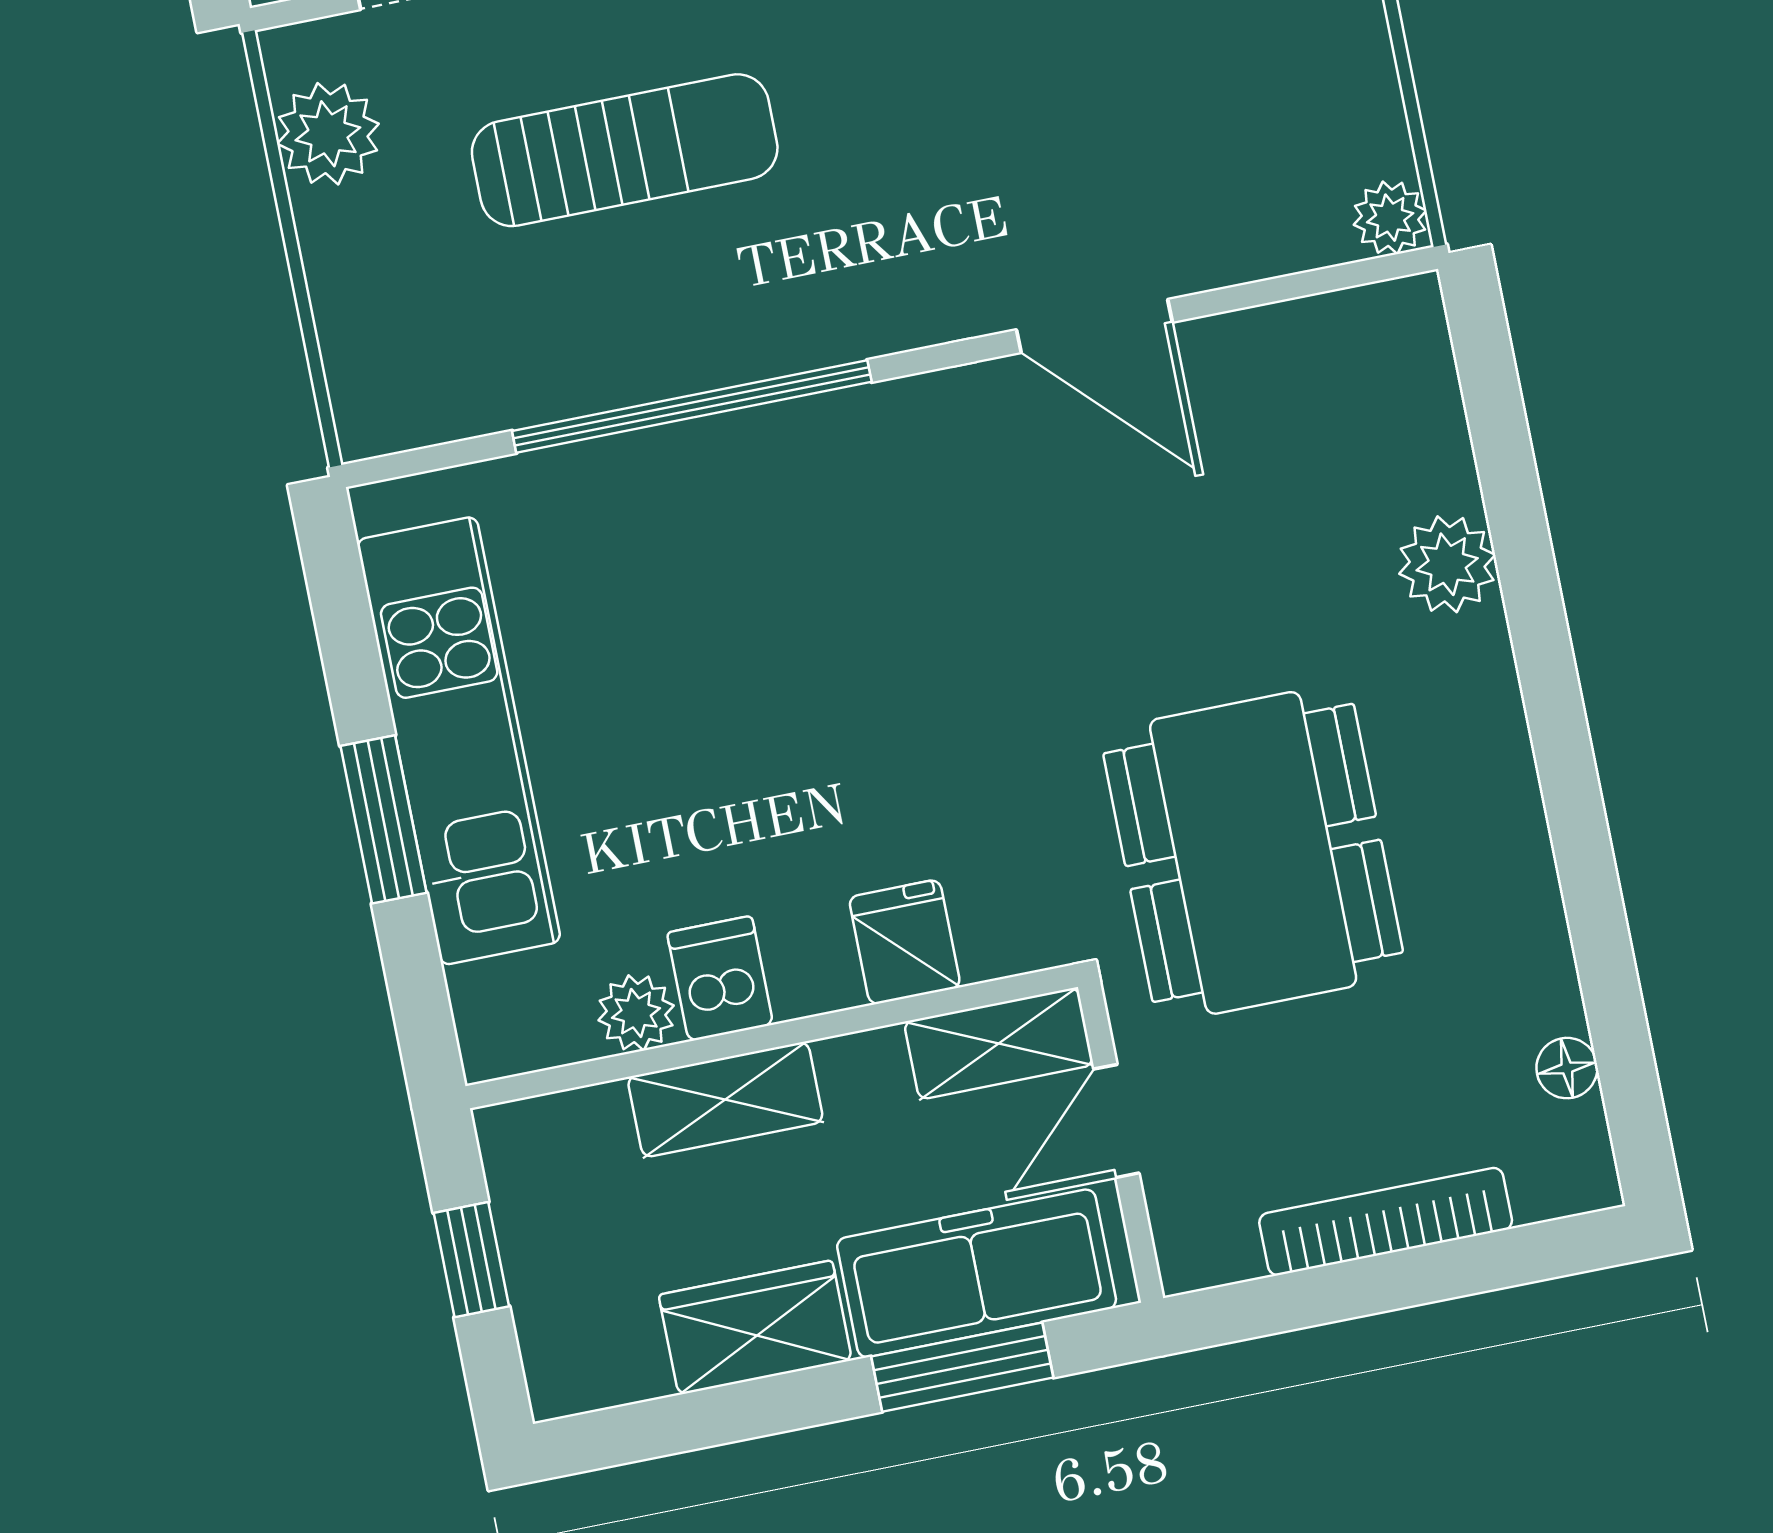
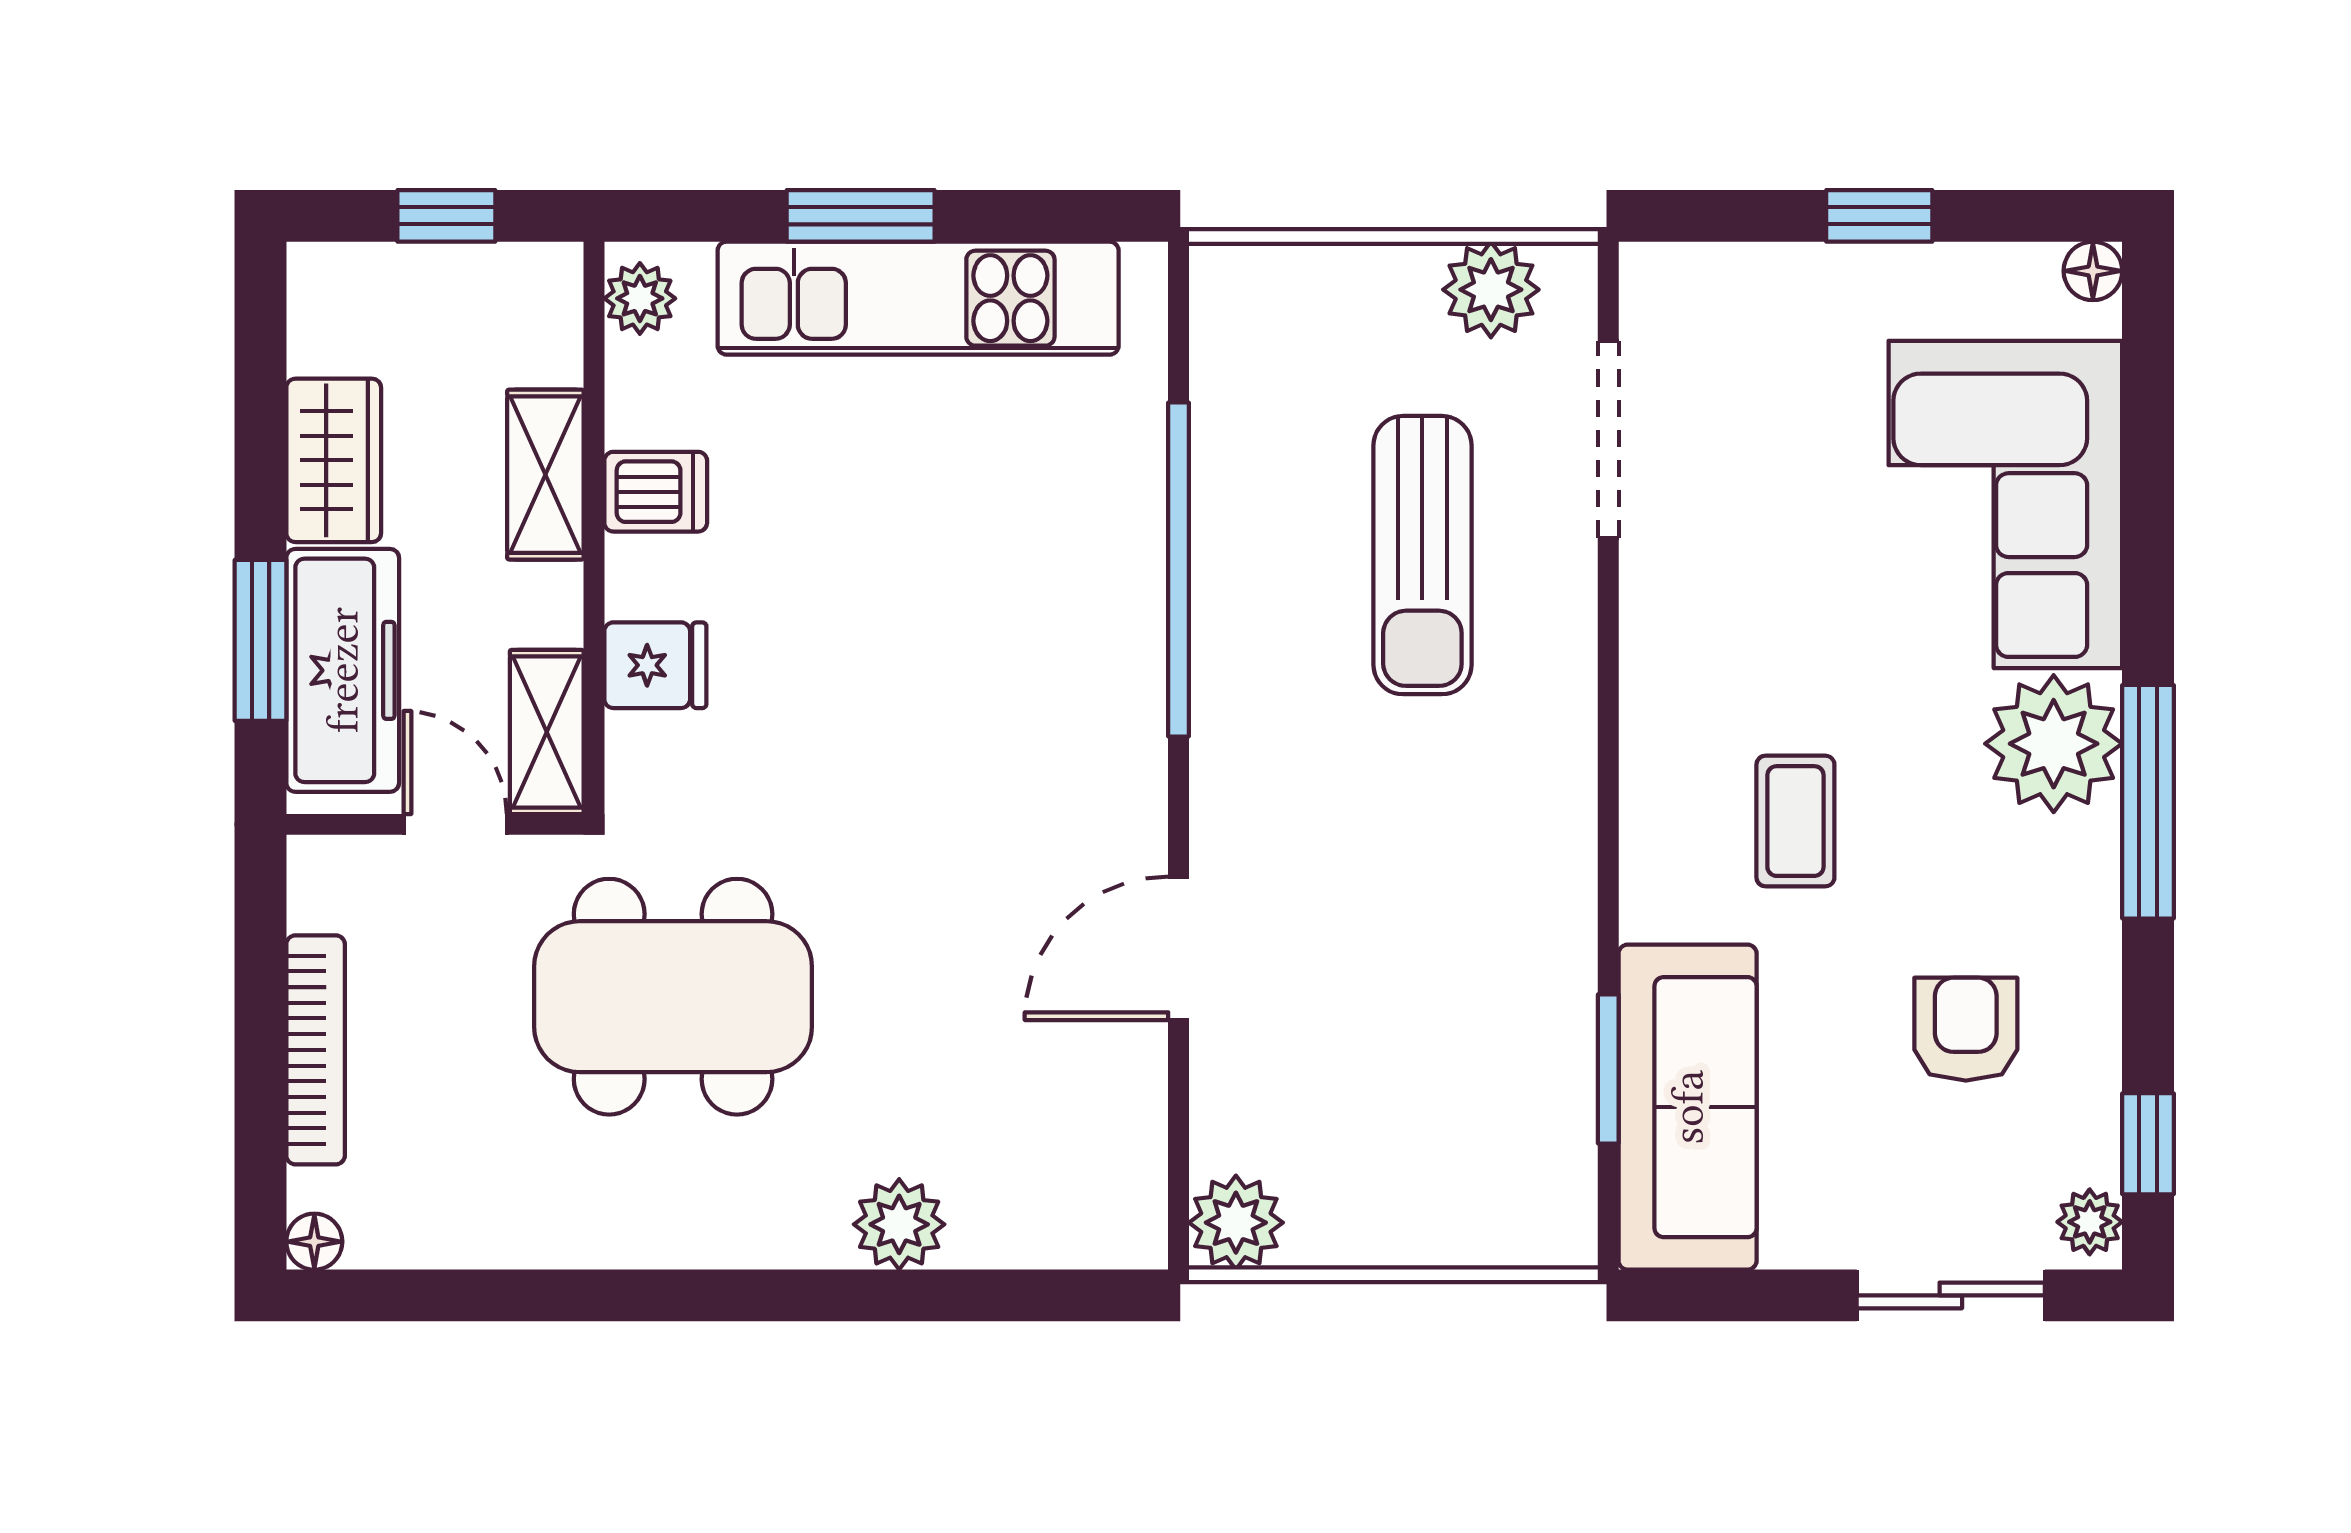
plant: (1390, 218) -> (1236, 1223), width x1.38, depth x1.38
plant: (636, 1013) -> (640, 298), moved
floor lamp: (1567, 1068) -> (314, 1242), moved

